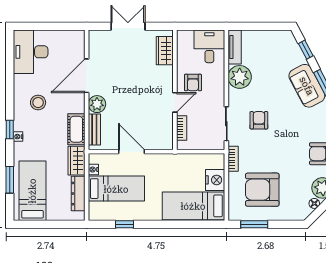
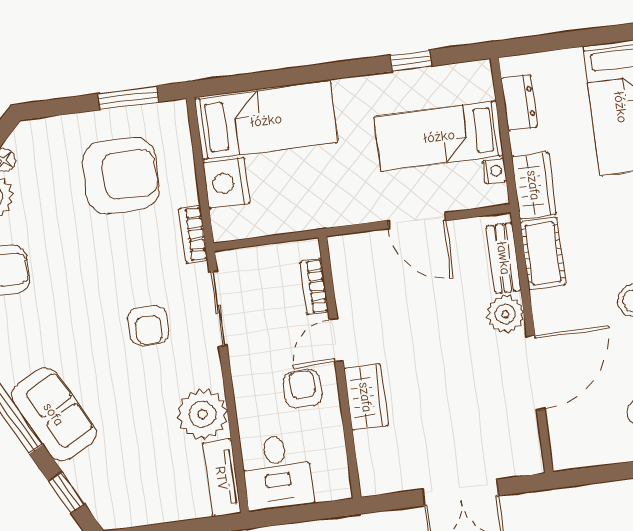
wardrobe: (165, 51) -> (366, 397), moved
dresser: (78, 194) -> (519, 103), width x0.70

